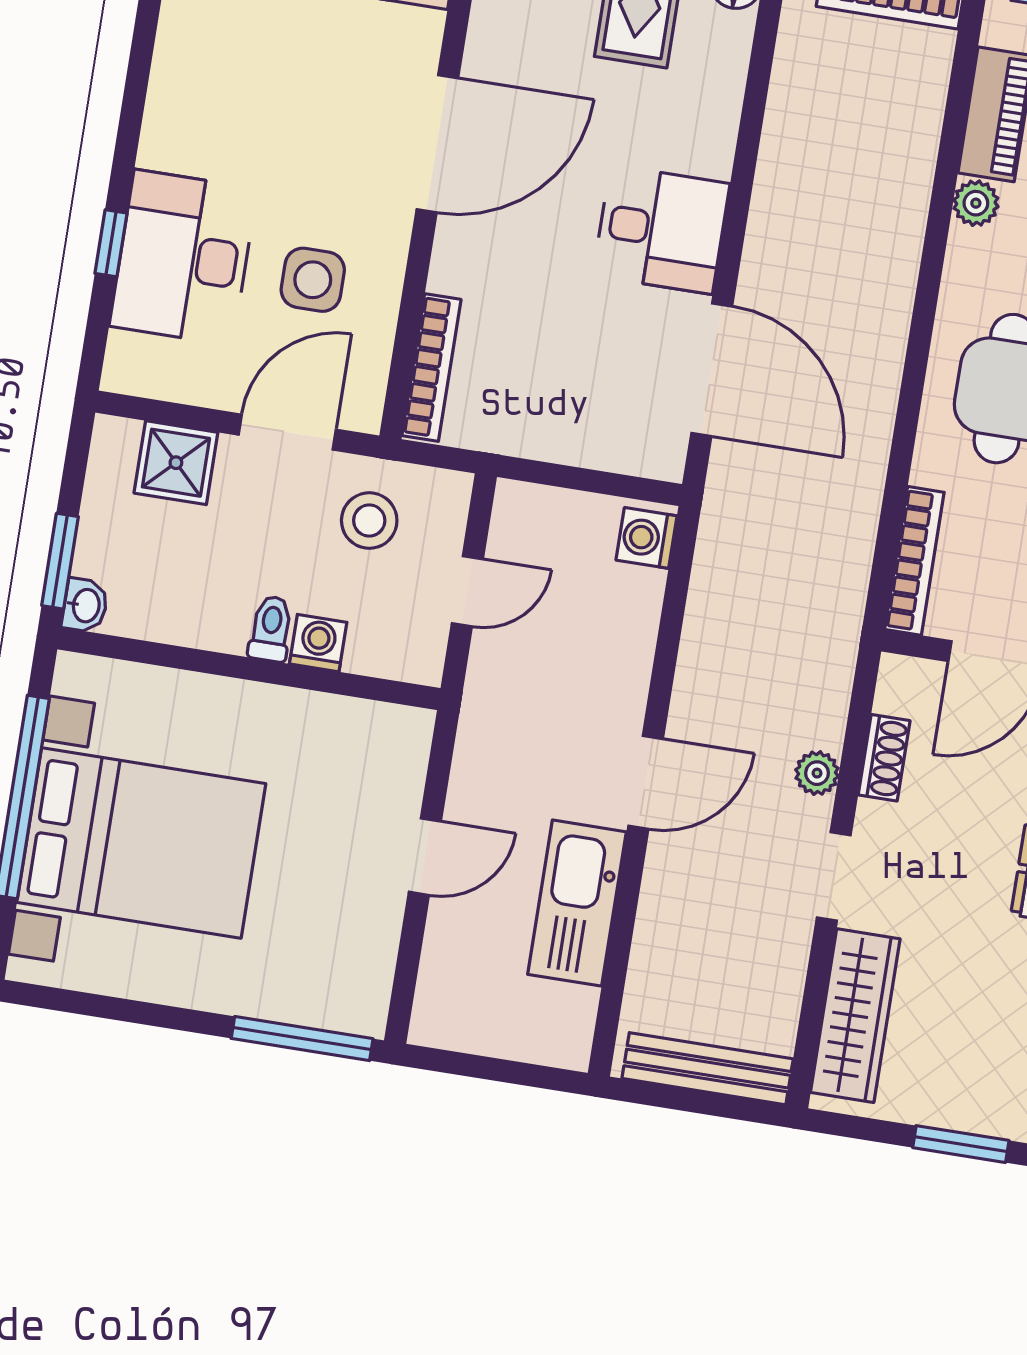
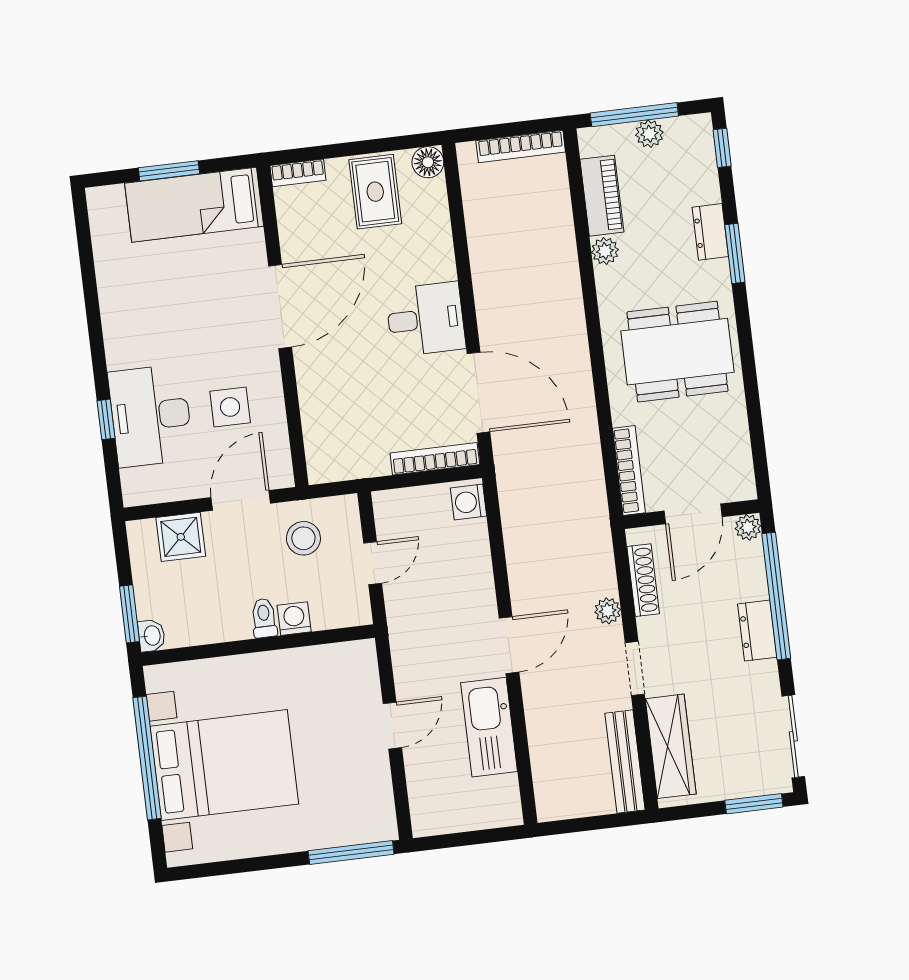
bookcase: (432, 368) -> (435, 459), moved, turned -90
shoe rack: (884, 758) -> (643, 580), width x1.43
bench: (708, 1069) -> (625, 762), moved, turned 90

